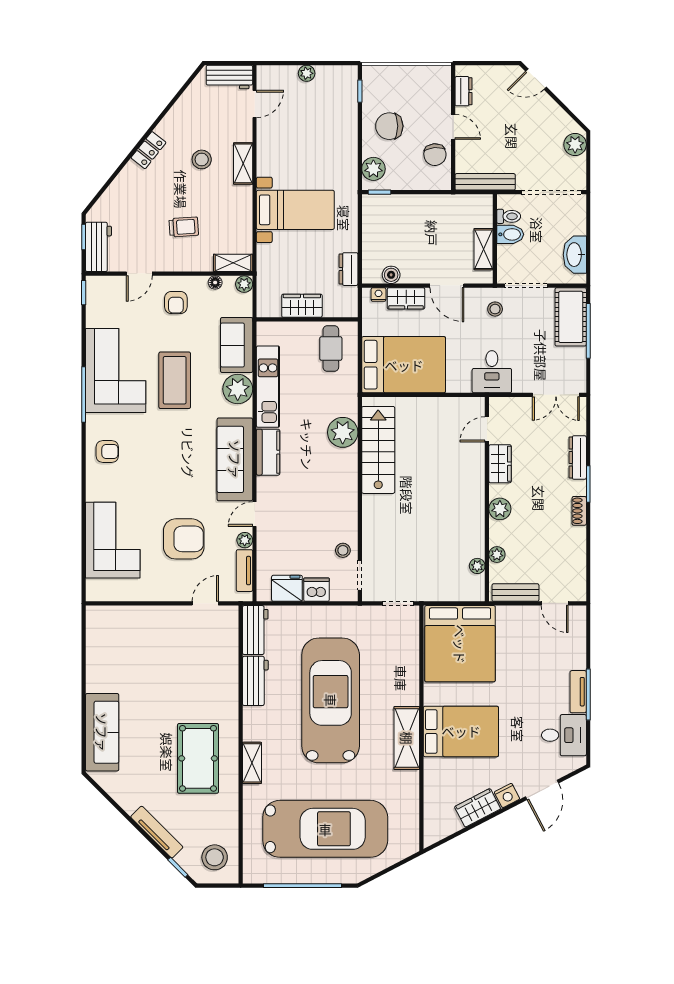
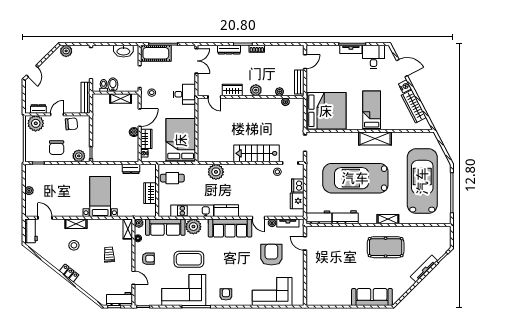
plant: (436, 86) -> (36, 123), added
boiler: (391, 275) -> (134, 132), moved
sofa: (237, 345) -> (165, 227), width x1.36
stairs: (378, 450) -> (257, 153), moved
bed: (461, 731) -> (372, 110), width x0.67
wardrobe: (478, 808) -> (414, 106), width x1.50
stool: (215, 857) -> (437, 239), removed

